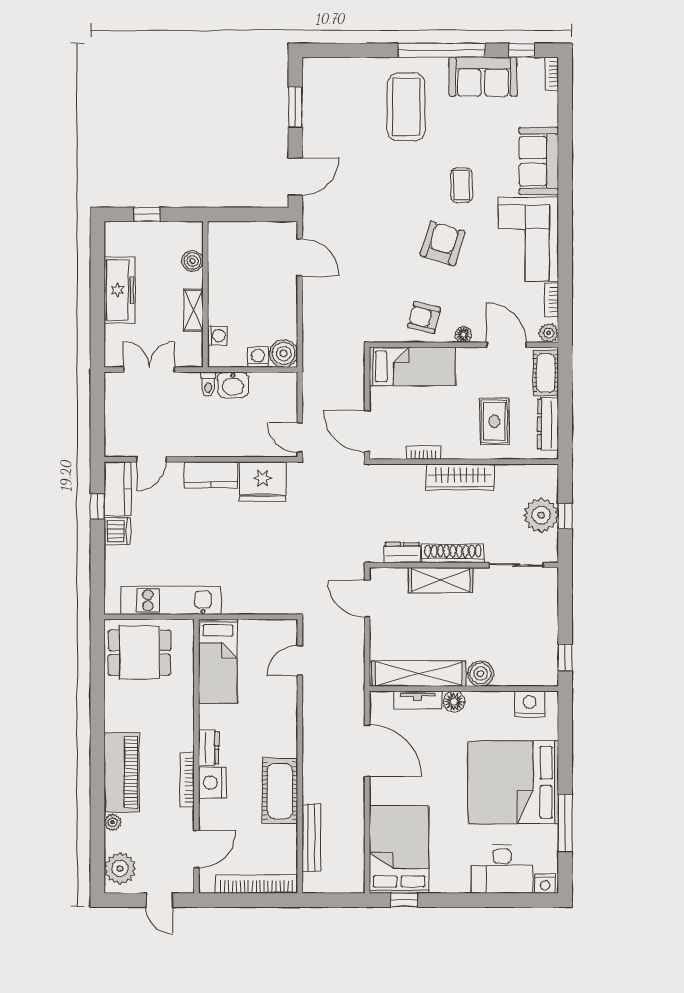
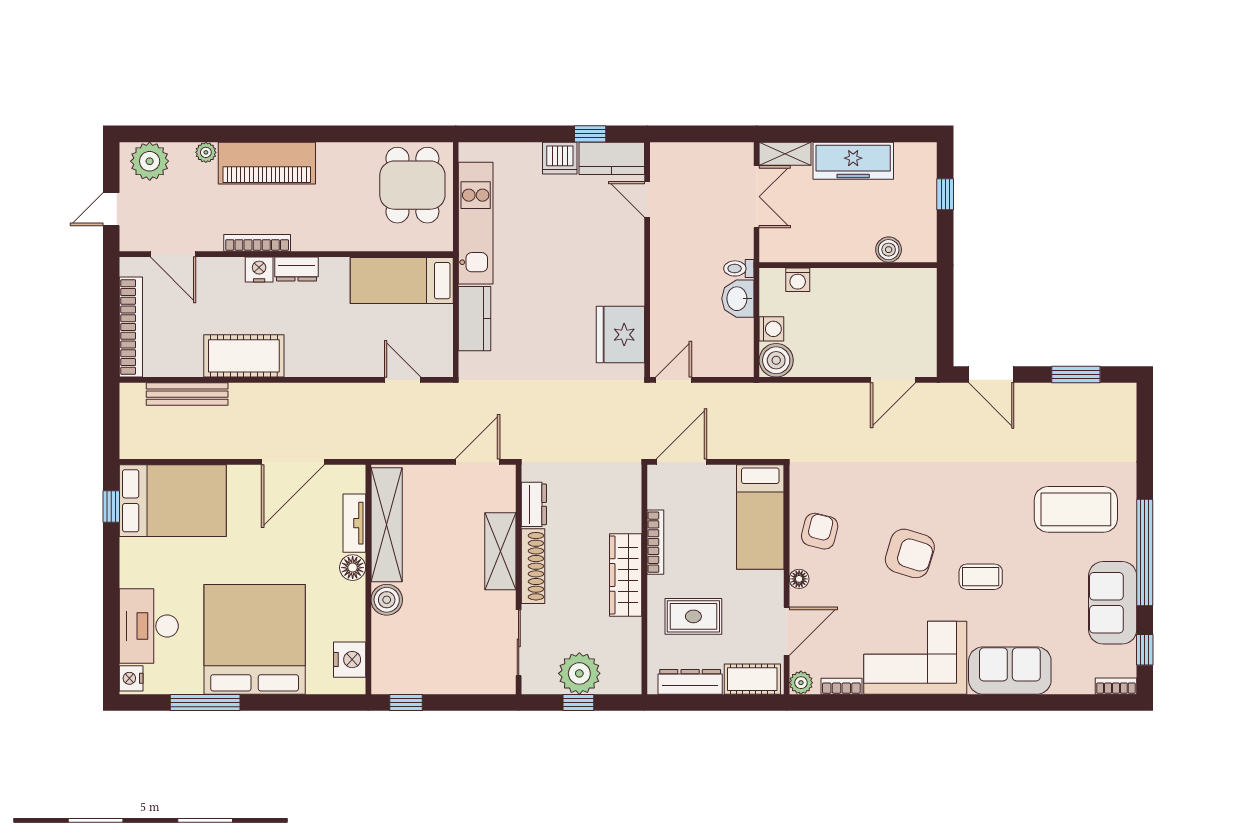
shelving: (194, 310) -> (785, 154), moved
bookcase: (424, 453) -> (655, 542), width x1.56
kitchen counter: (211, 475) -> (475, 319), moved, turned 180
nightstand: (212, 783) -> (259, 270), width x0.74, depth x0.75

